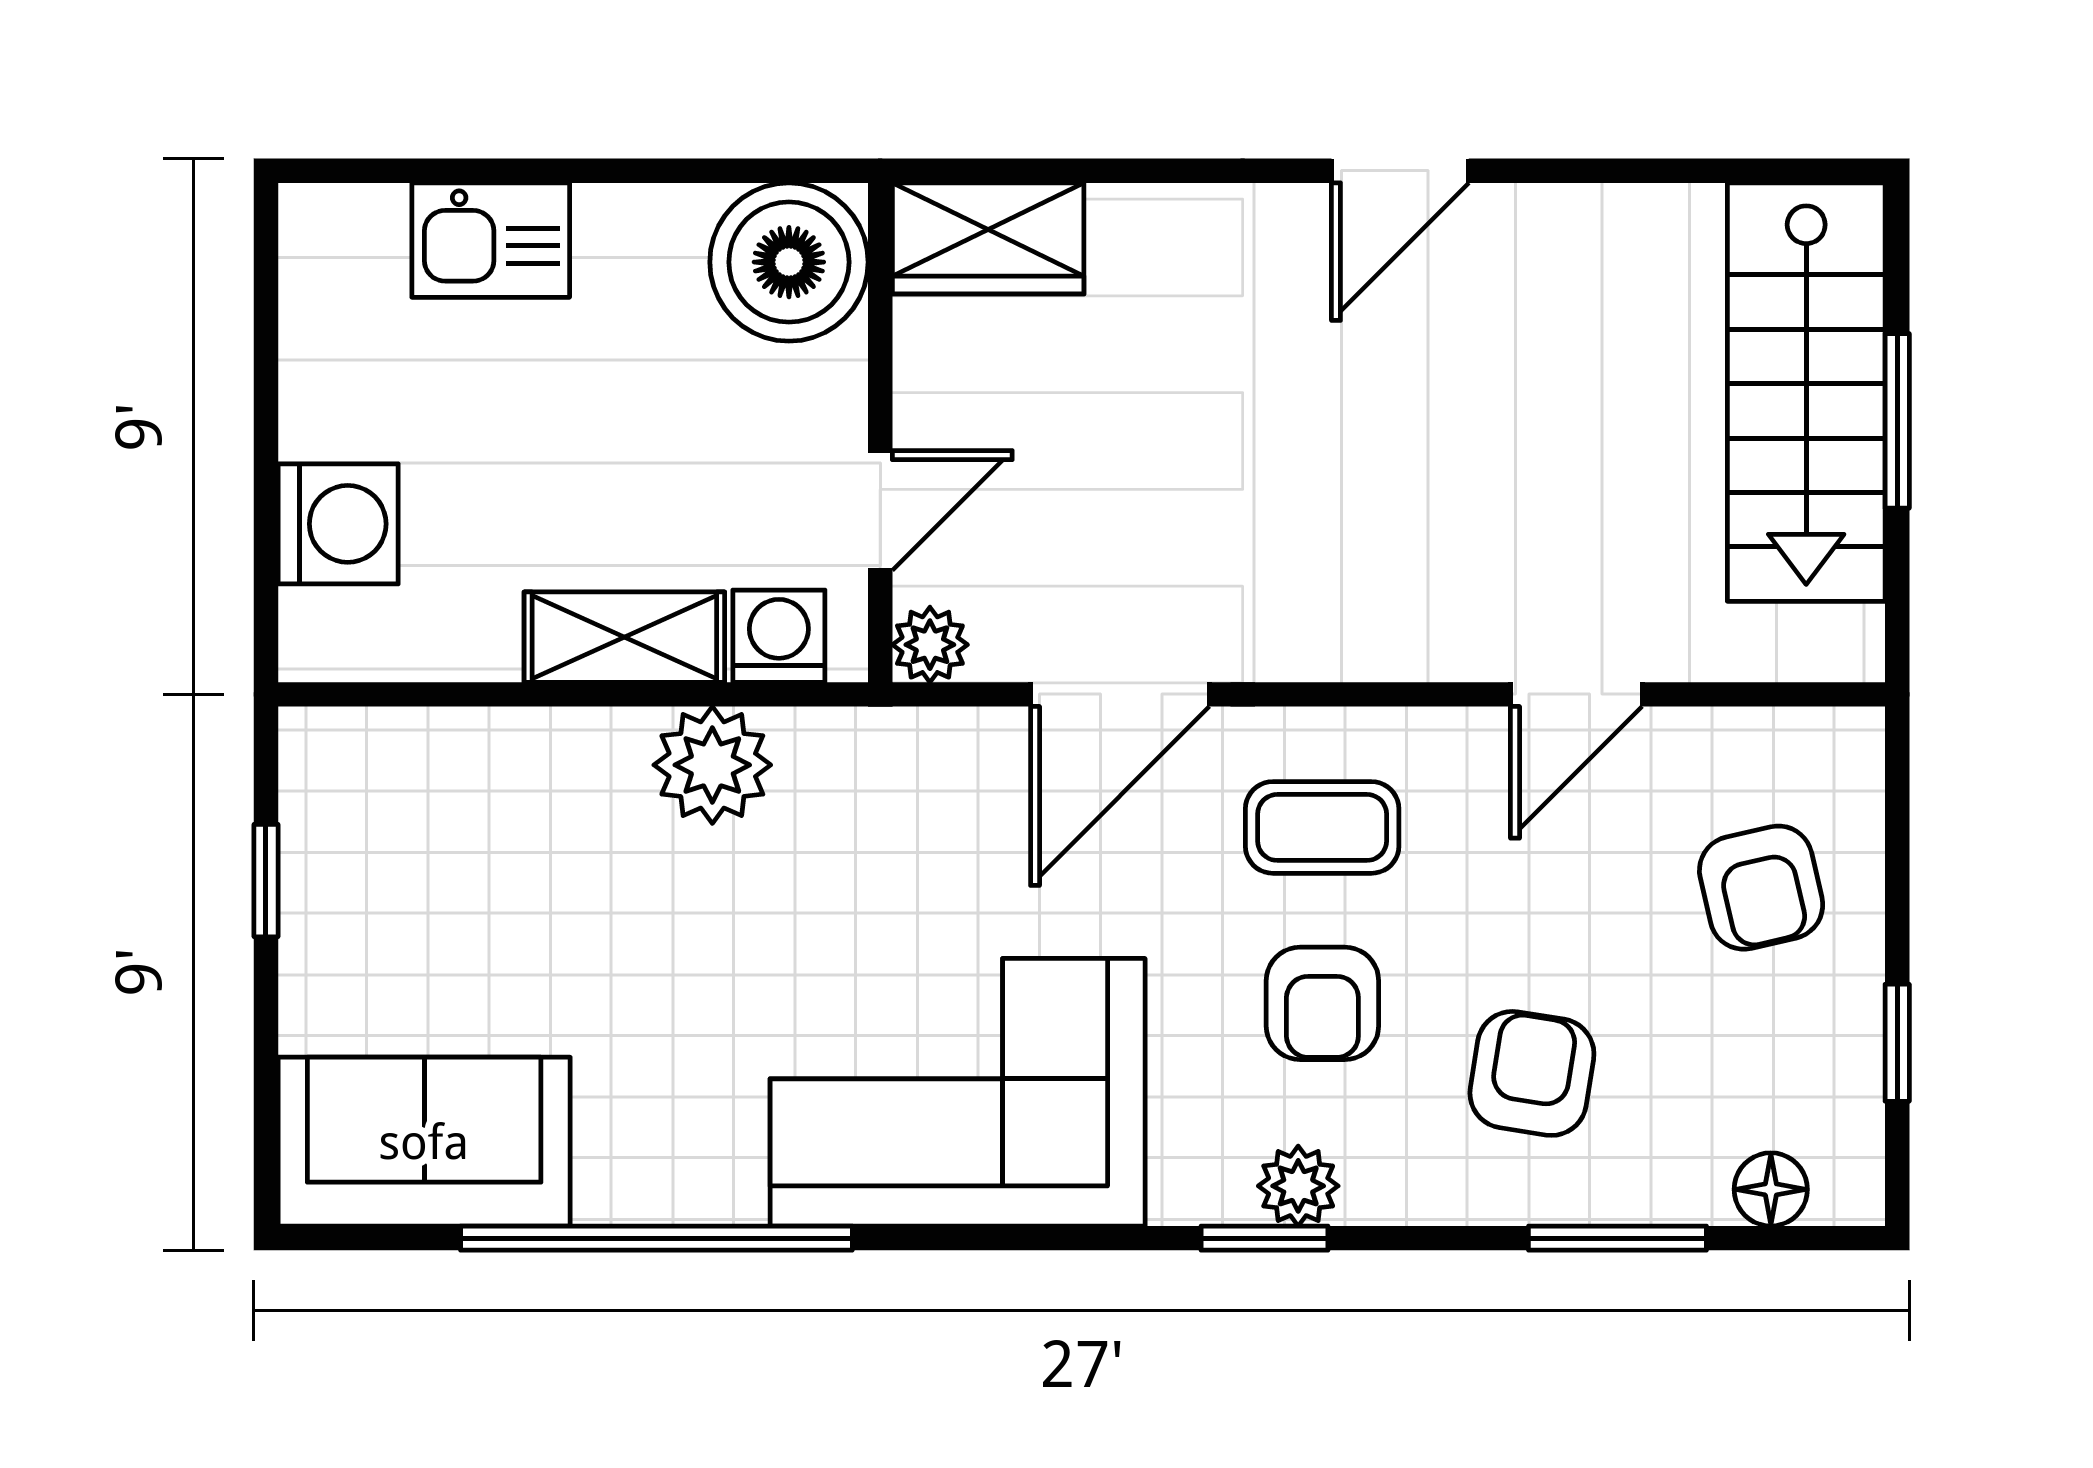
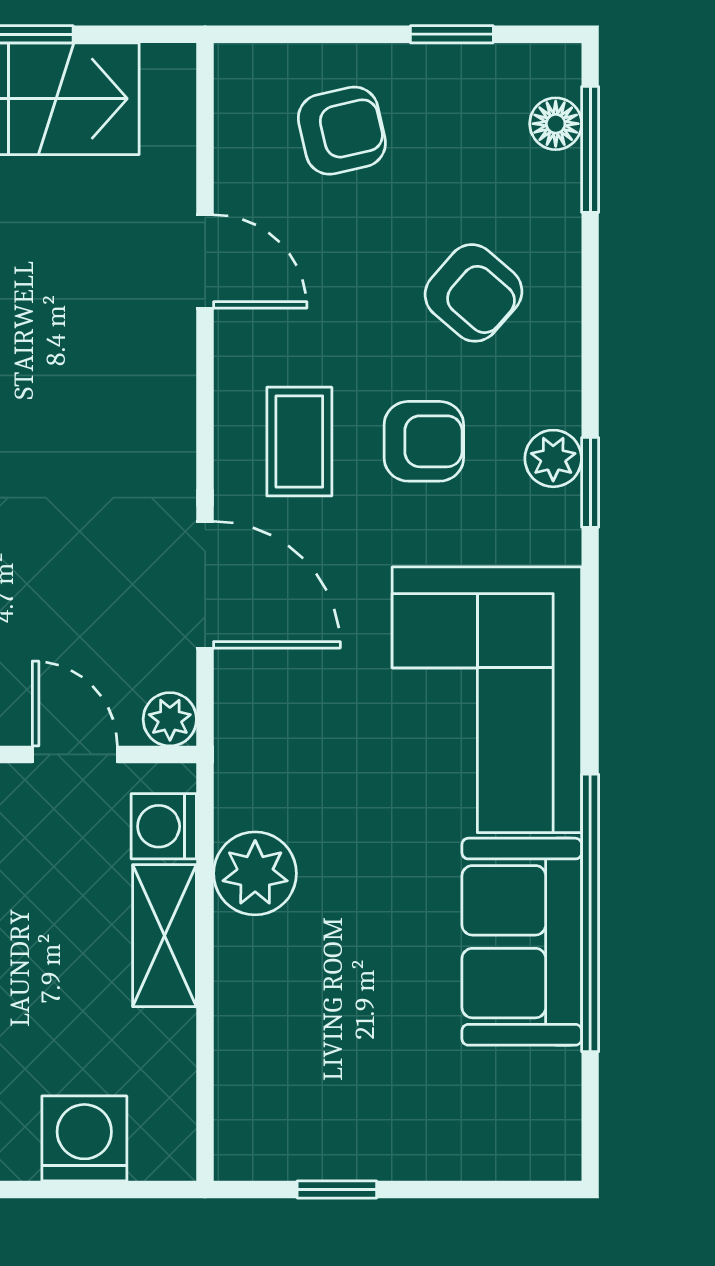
armchair: (1532, 1073) -> (474, 293), turned -148
sofa: (424, 1142) -> (522, 942), moved
window: (1617, 1238) -> (590, 149), moved

